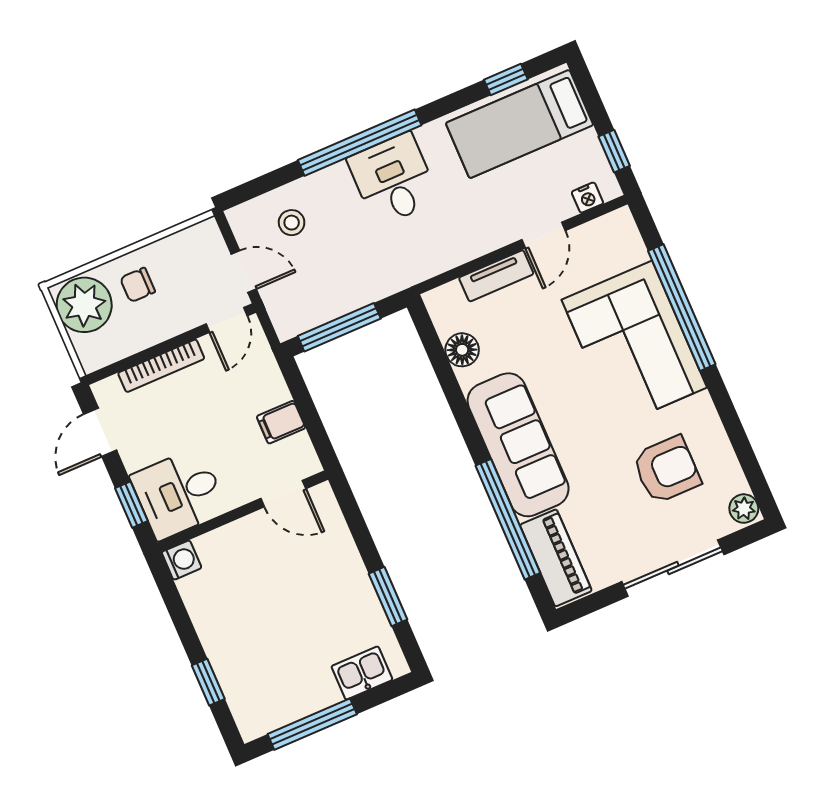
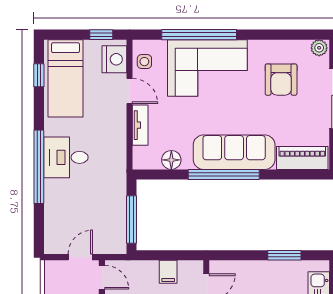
nightstand: (587, 198) -> (114, 59), width x1.89, depth x1.79
stool: (292, 223) -> (65, 221), removed
side table: (601, 239) -> (144, 62), added
armchair: (667, 470) -> (281, 80), turned 180
window: (508, 519) -> (224, 174), moved

